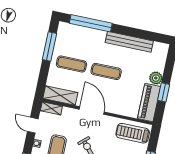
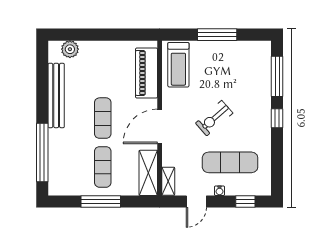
window: (50, 46) -> (101, 202), moved
plant: (156, 78) -> (70, 49), moved
window: (164, 92) -> (115, 35), removed
piano: (149, 102) -> (147, 73), moved, turned 90

